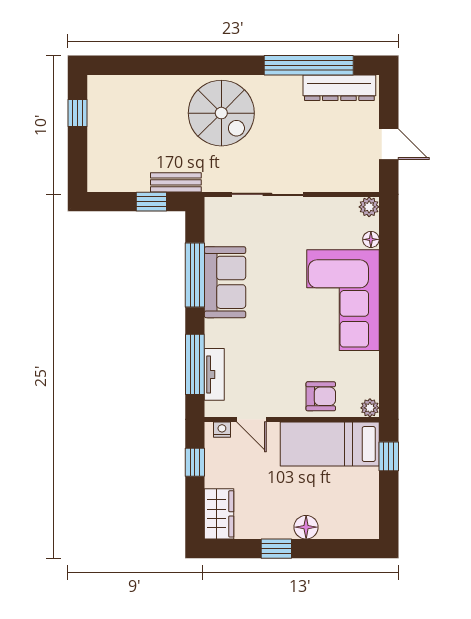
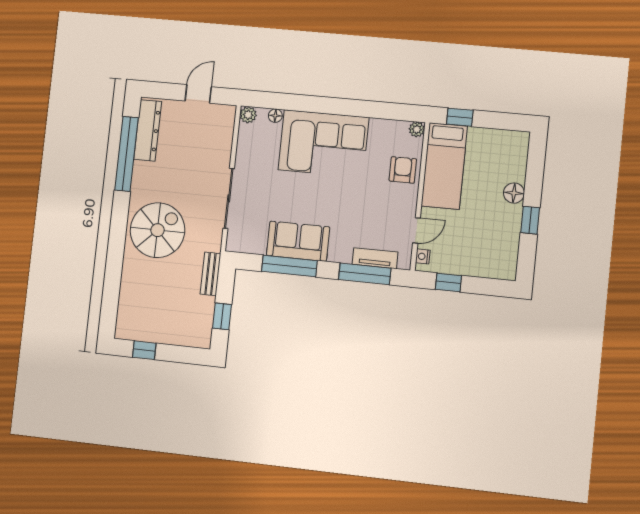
window: (151, 202) -> (222, 316), moved
wardrobe: (219, 514) -> (495, 266), removed

